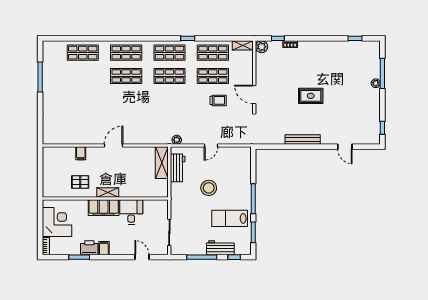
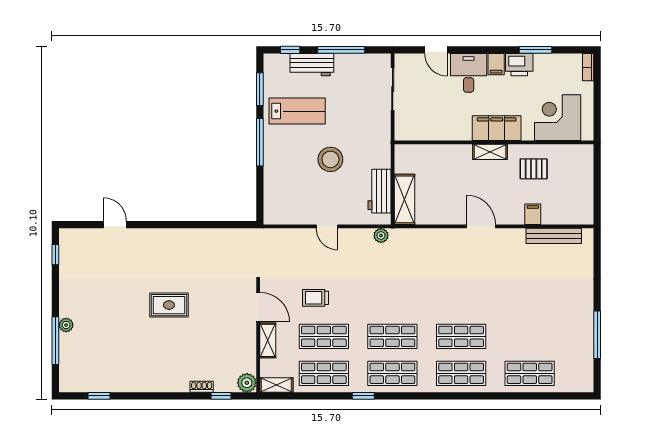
shelving: (248, 74) -> (268, 340), added
bench: (303, 140) -> (554, 236), moved
door: (113, 146) -> (481, 226), swing flipped
door: (211, 146) -> (327, 226), swing flipped
desk: (131, 212) -> (469, 73), moved, turned 180
corner desk: (57, 222) -> (558, 118), moved, turned 90

